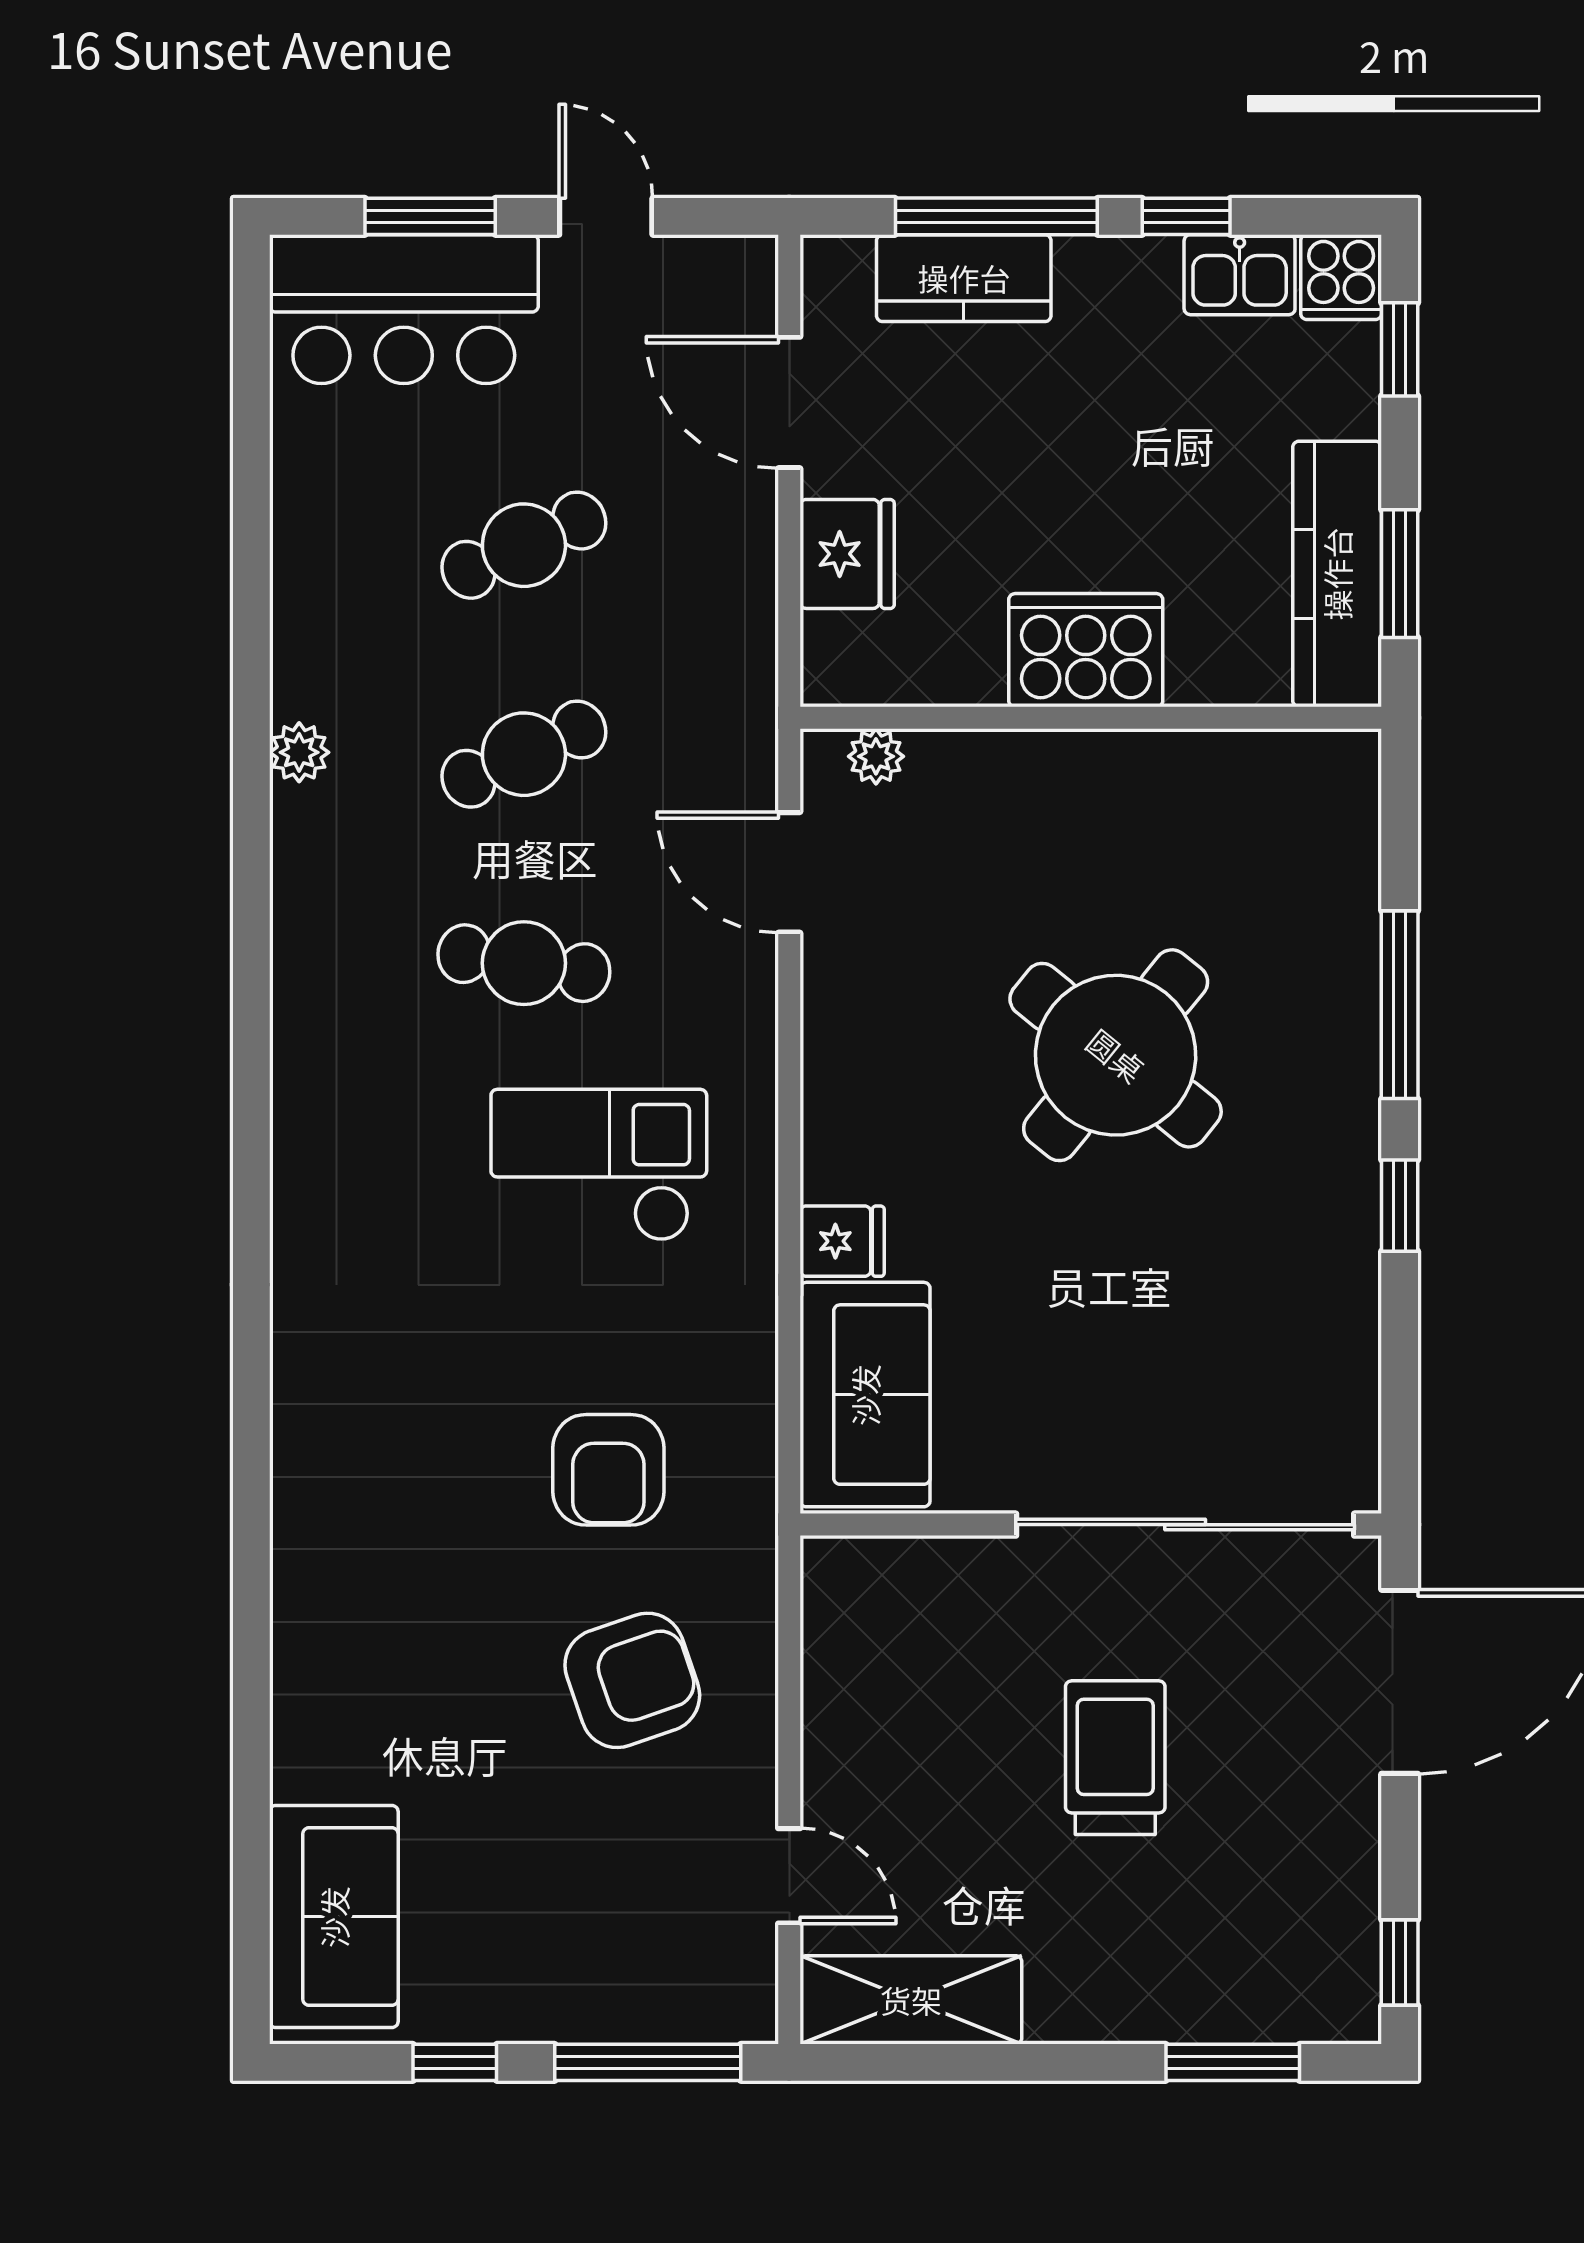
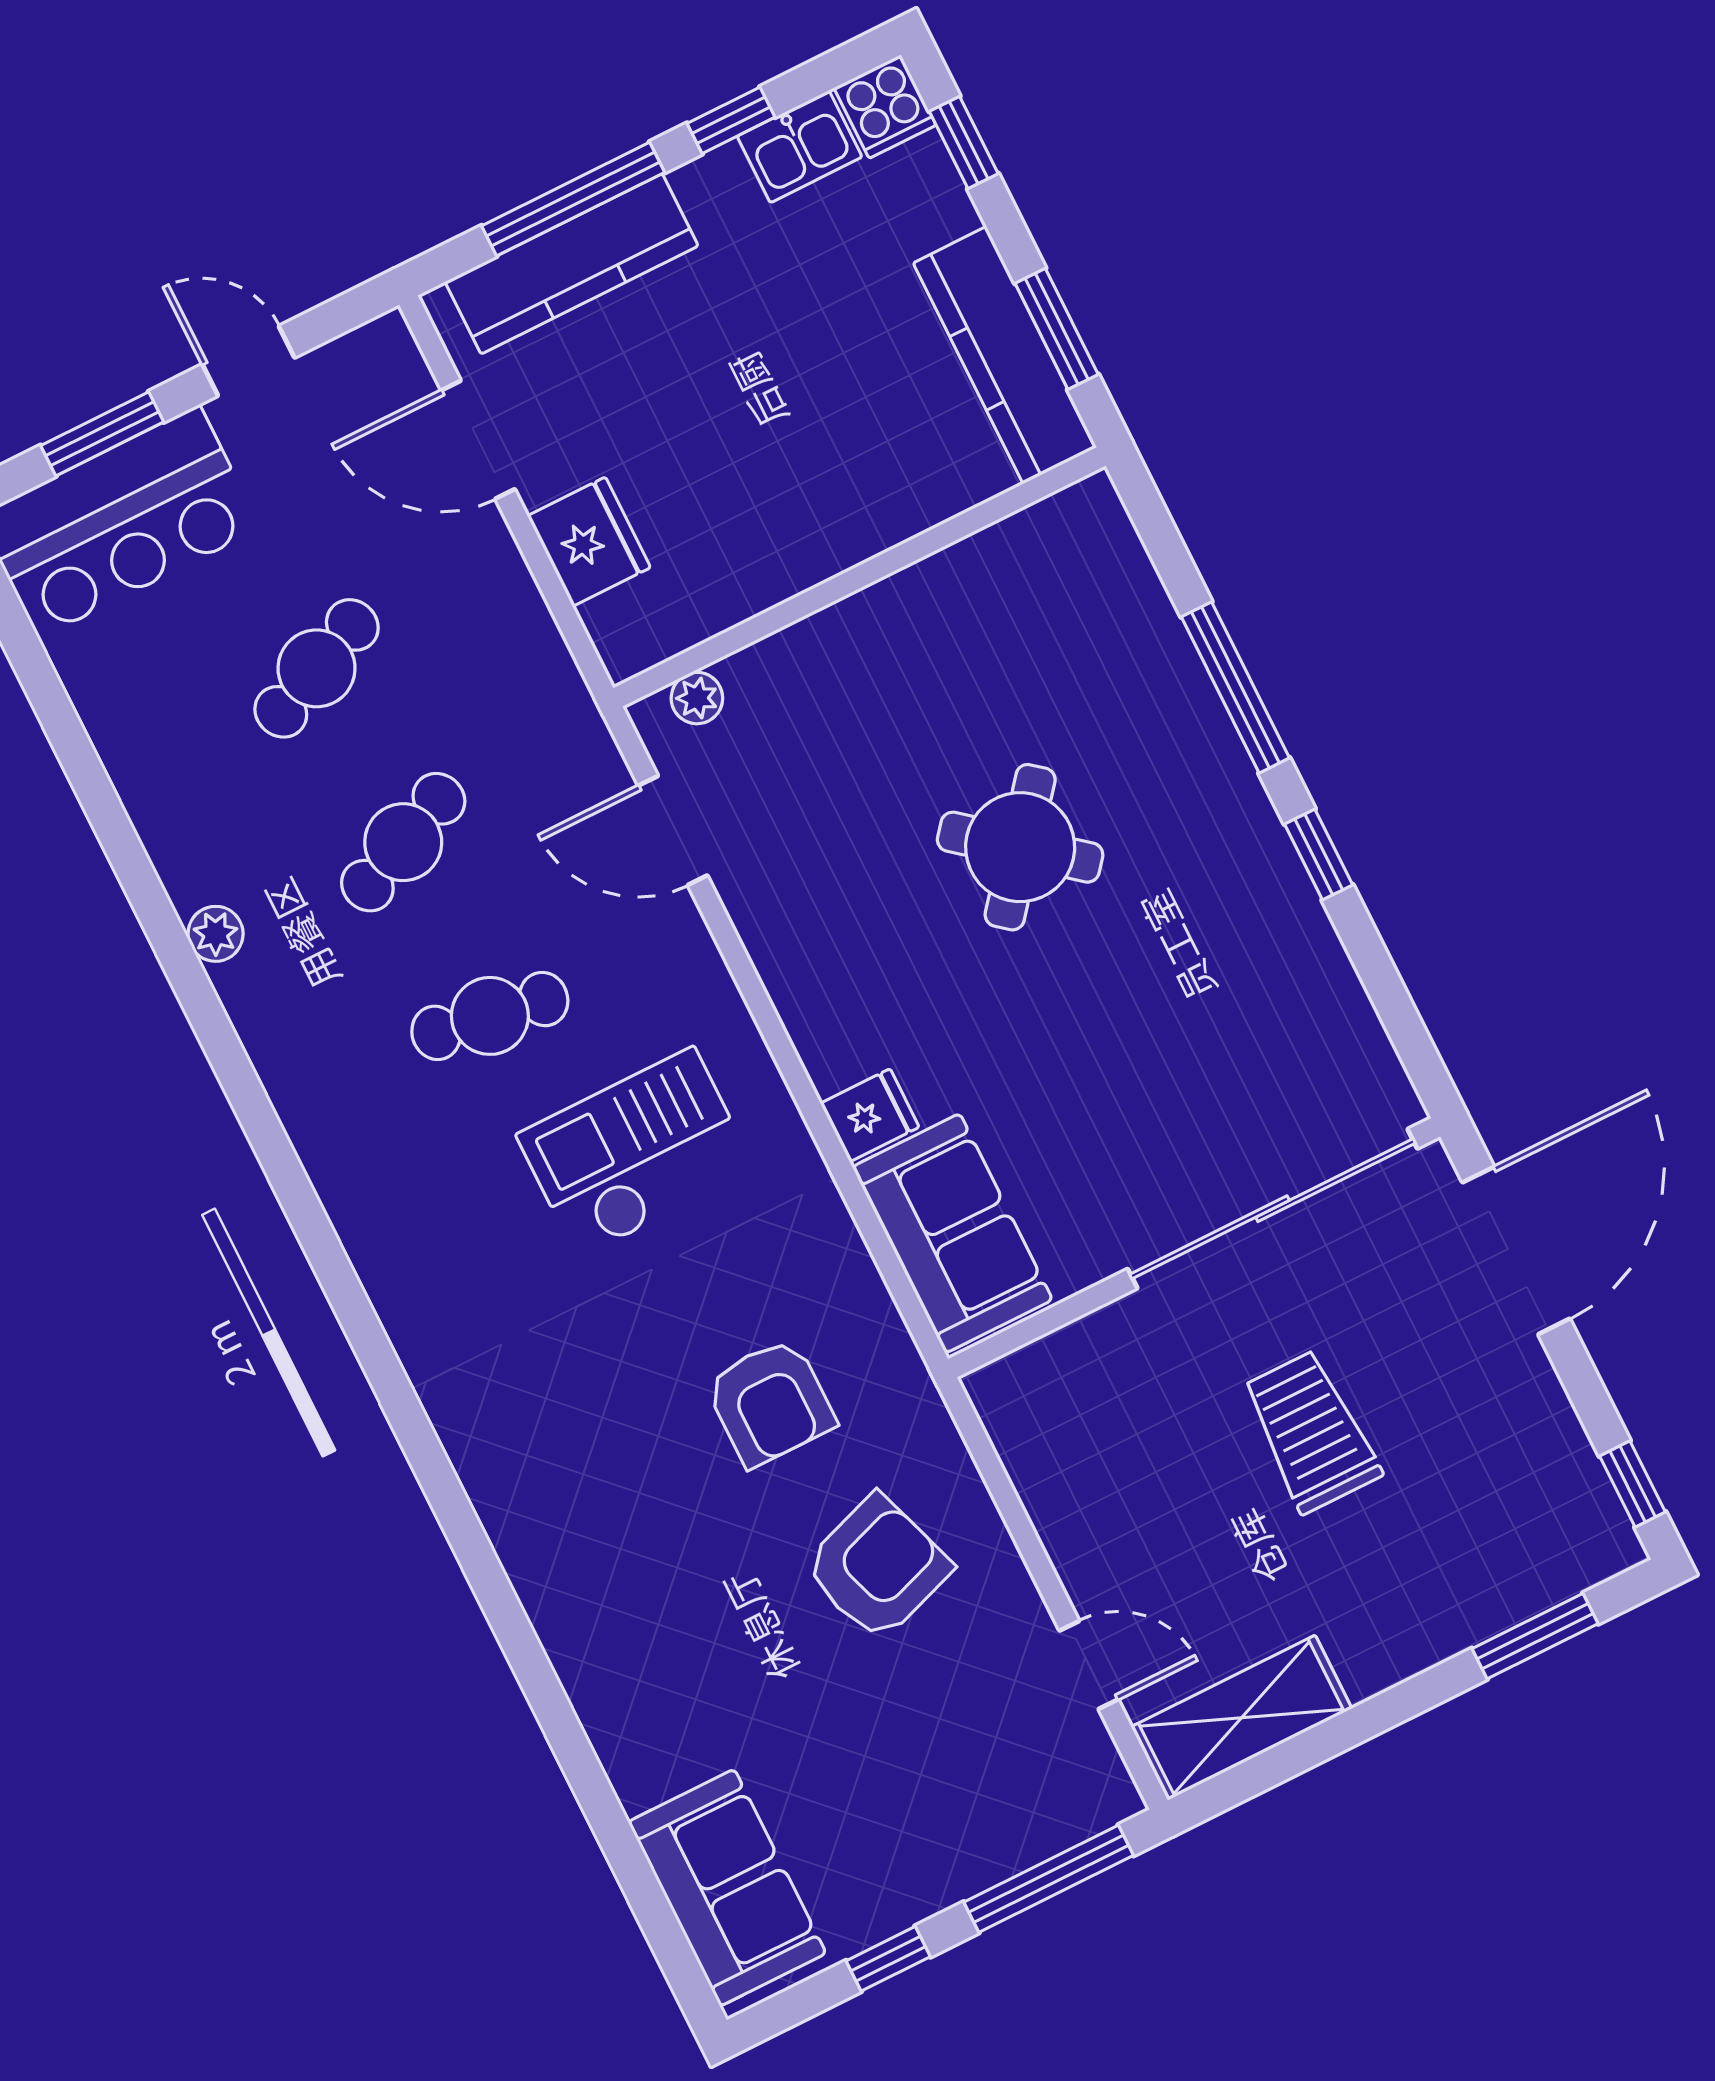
kitchen counter: (964, 278) -> (572, 264), width x1.50
cooker: (1086, 650) -> (827, 523), removed
round table: (1116, 1055) -> (1020, 847), width x0.73, depth x0.73

